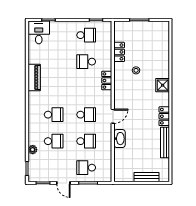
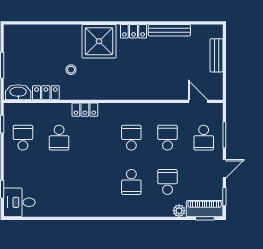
piano: (34, 77) -> (205, 209), moved
shower: (163, 85) -> (99, 41), width x1.86, depth x1.86
school desk: (54, 115) -> (131, 182), turned 180
door: (113, 116) -> (198, 101), moved
washbasin: (120, 139) -> (18, 92), moved

